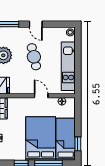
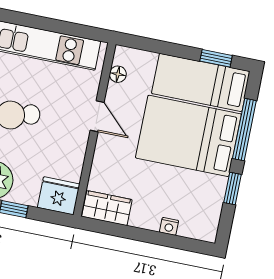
door: (41, 96) -> (97, 116), swing flipped

